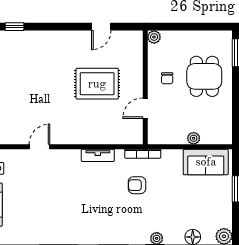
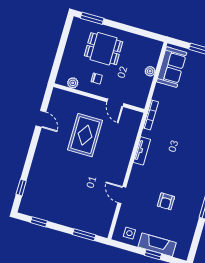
plant: (154, 37) -> (73, 83), moved
armchair: (137, 185) -> (166, 201), moved

